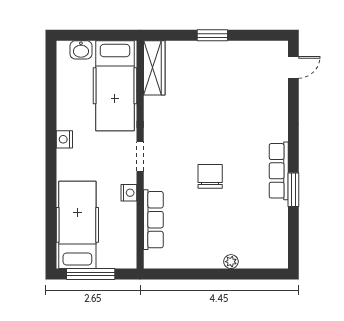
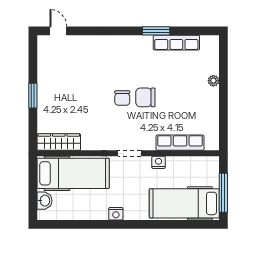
chair: (209, 147) -> (122, 98), added
row of seats: (279, 171) -> (176, 43), moved

